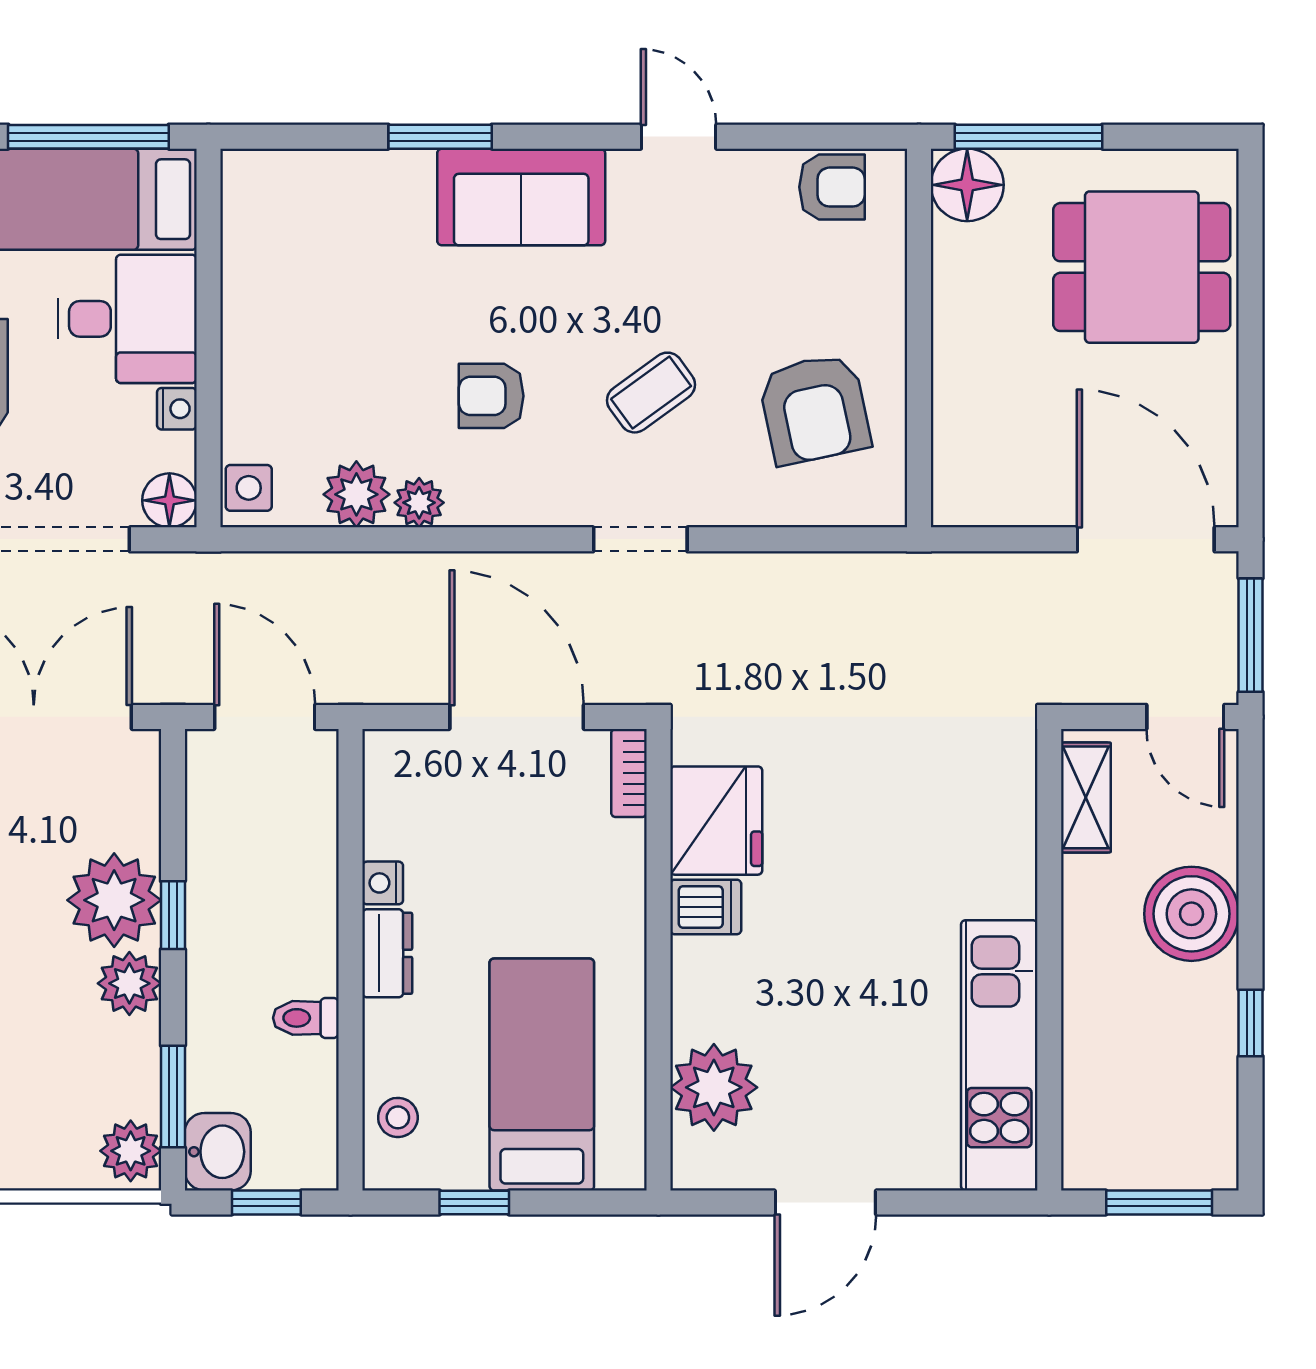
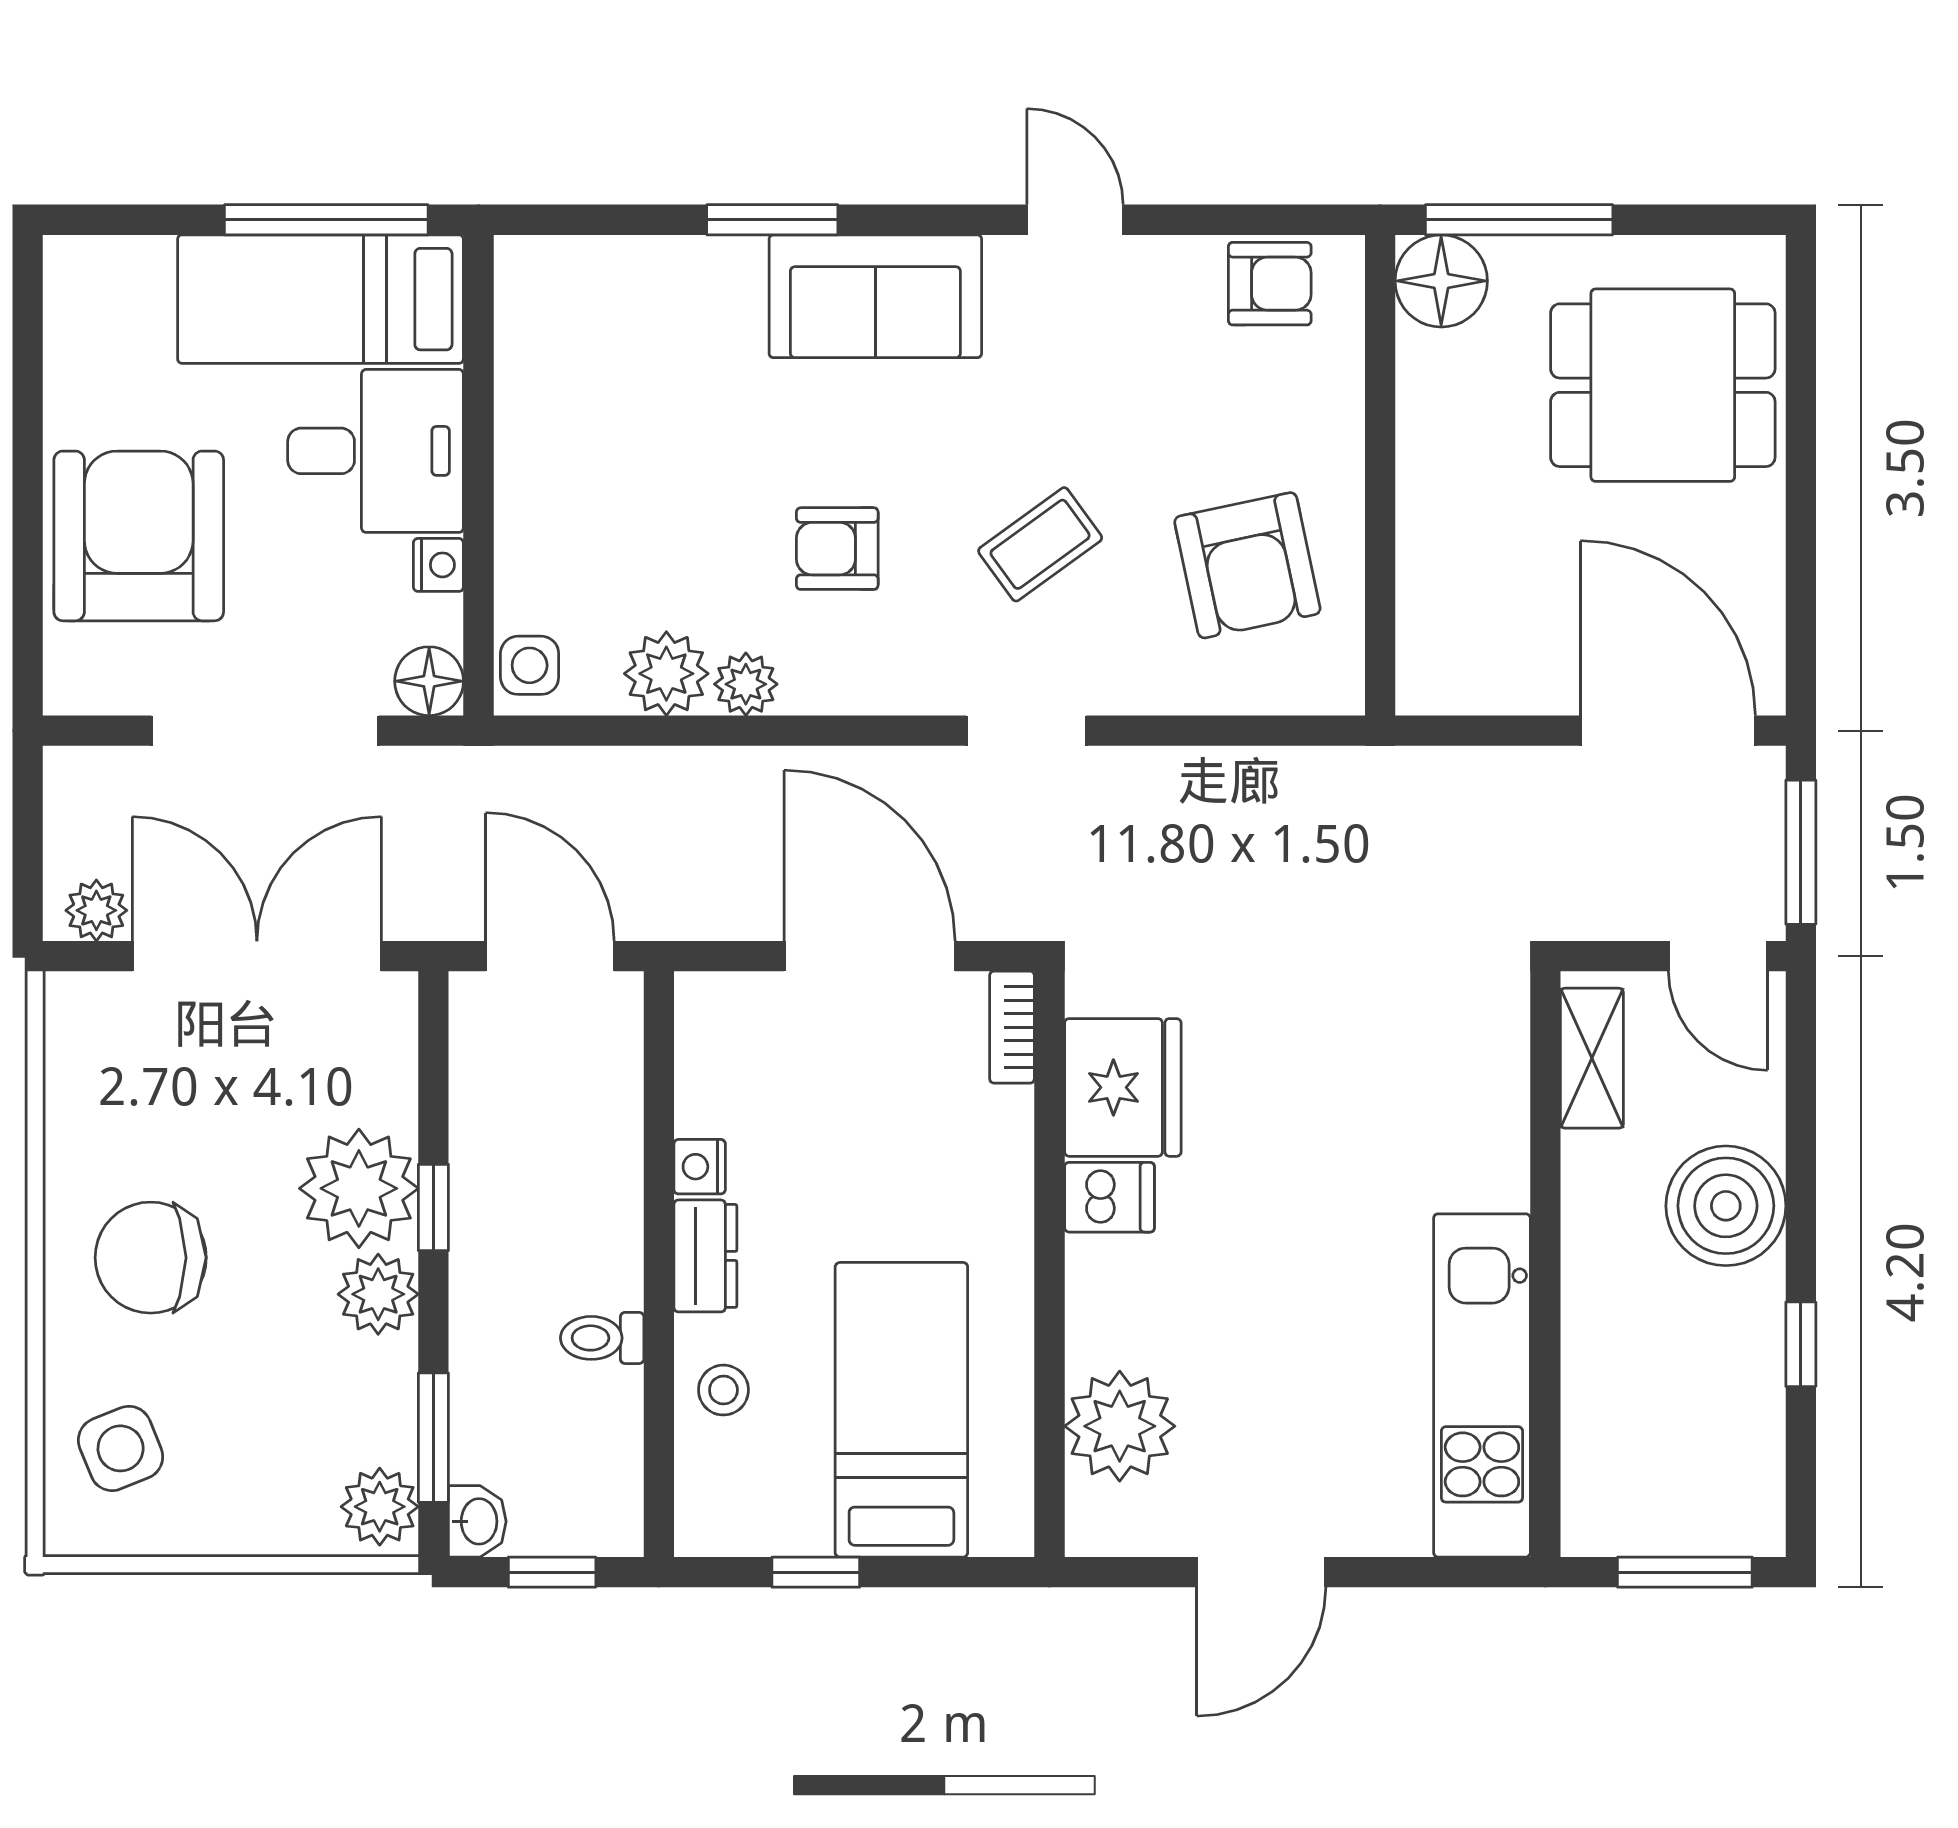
stool: (398, 1117) -> (723, 1390), moved
washbasin: (218, 1152) -> (477, 1521), width x0.72, depth x0.69

